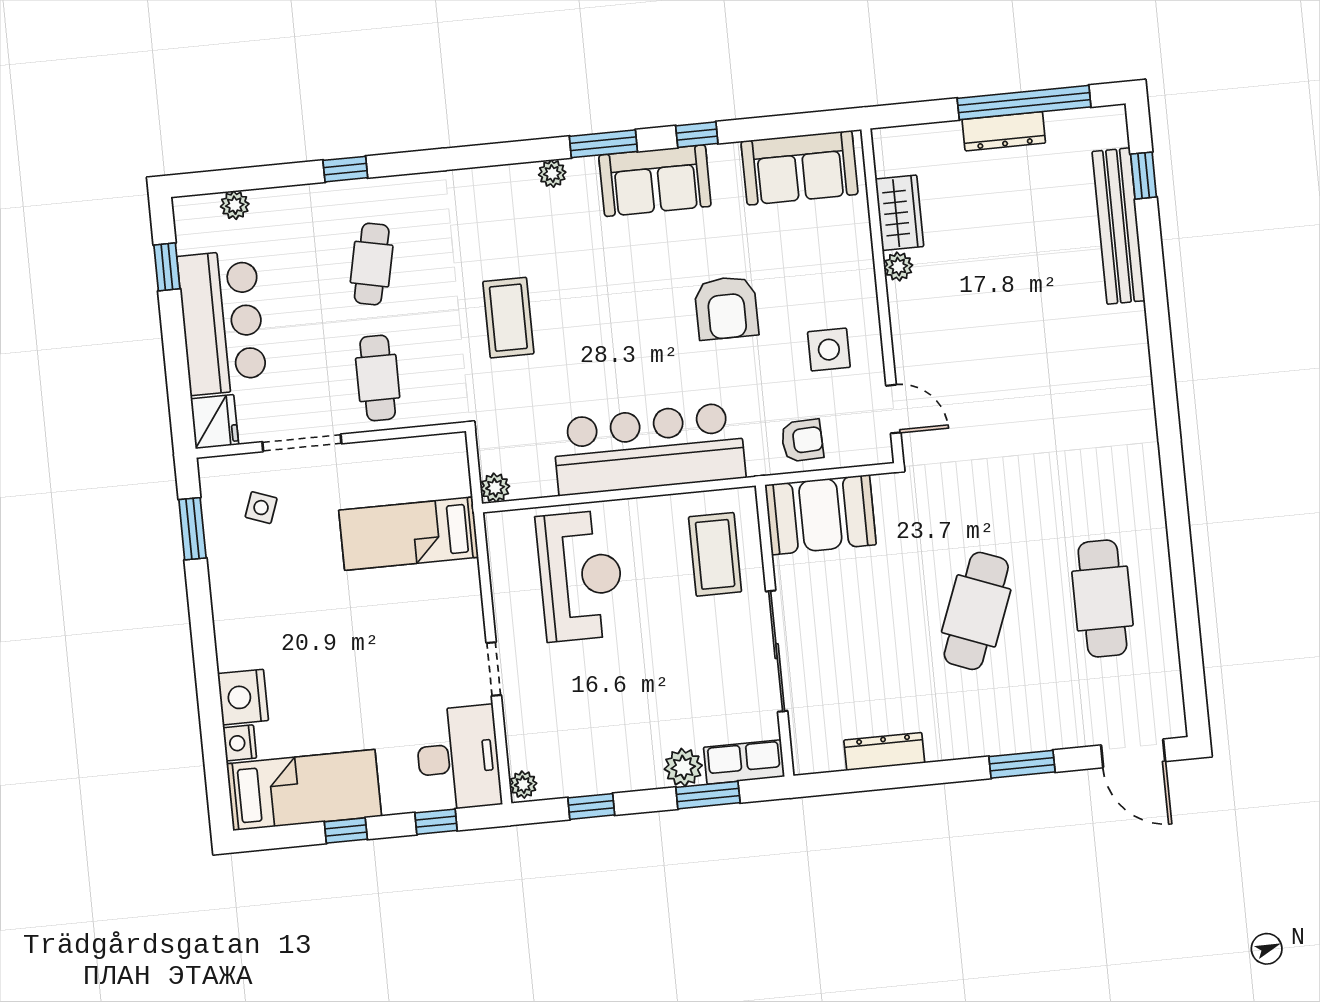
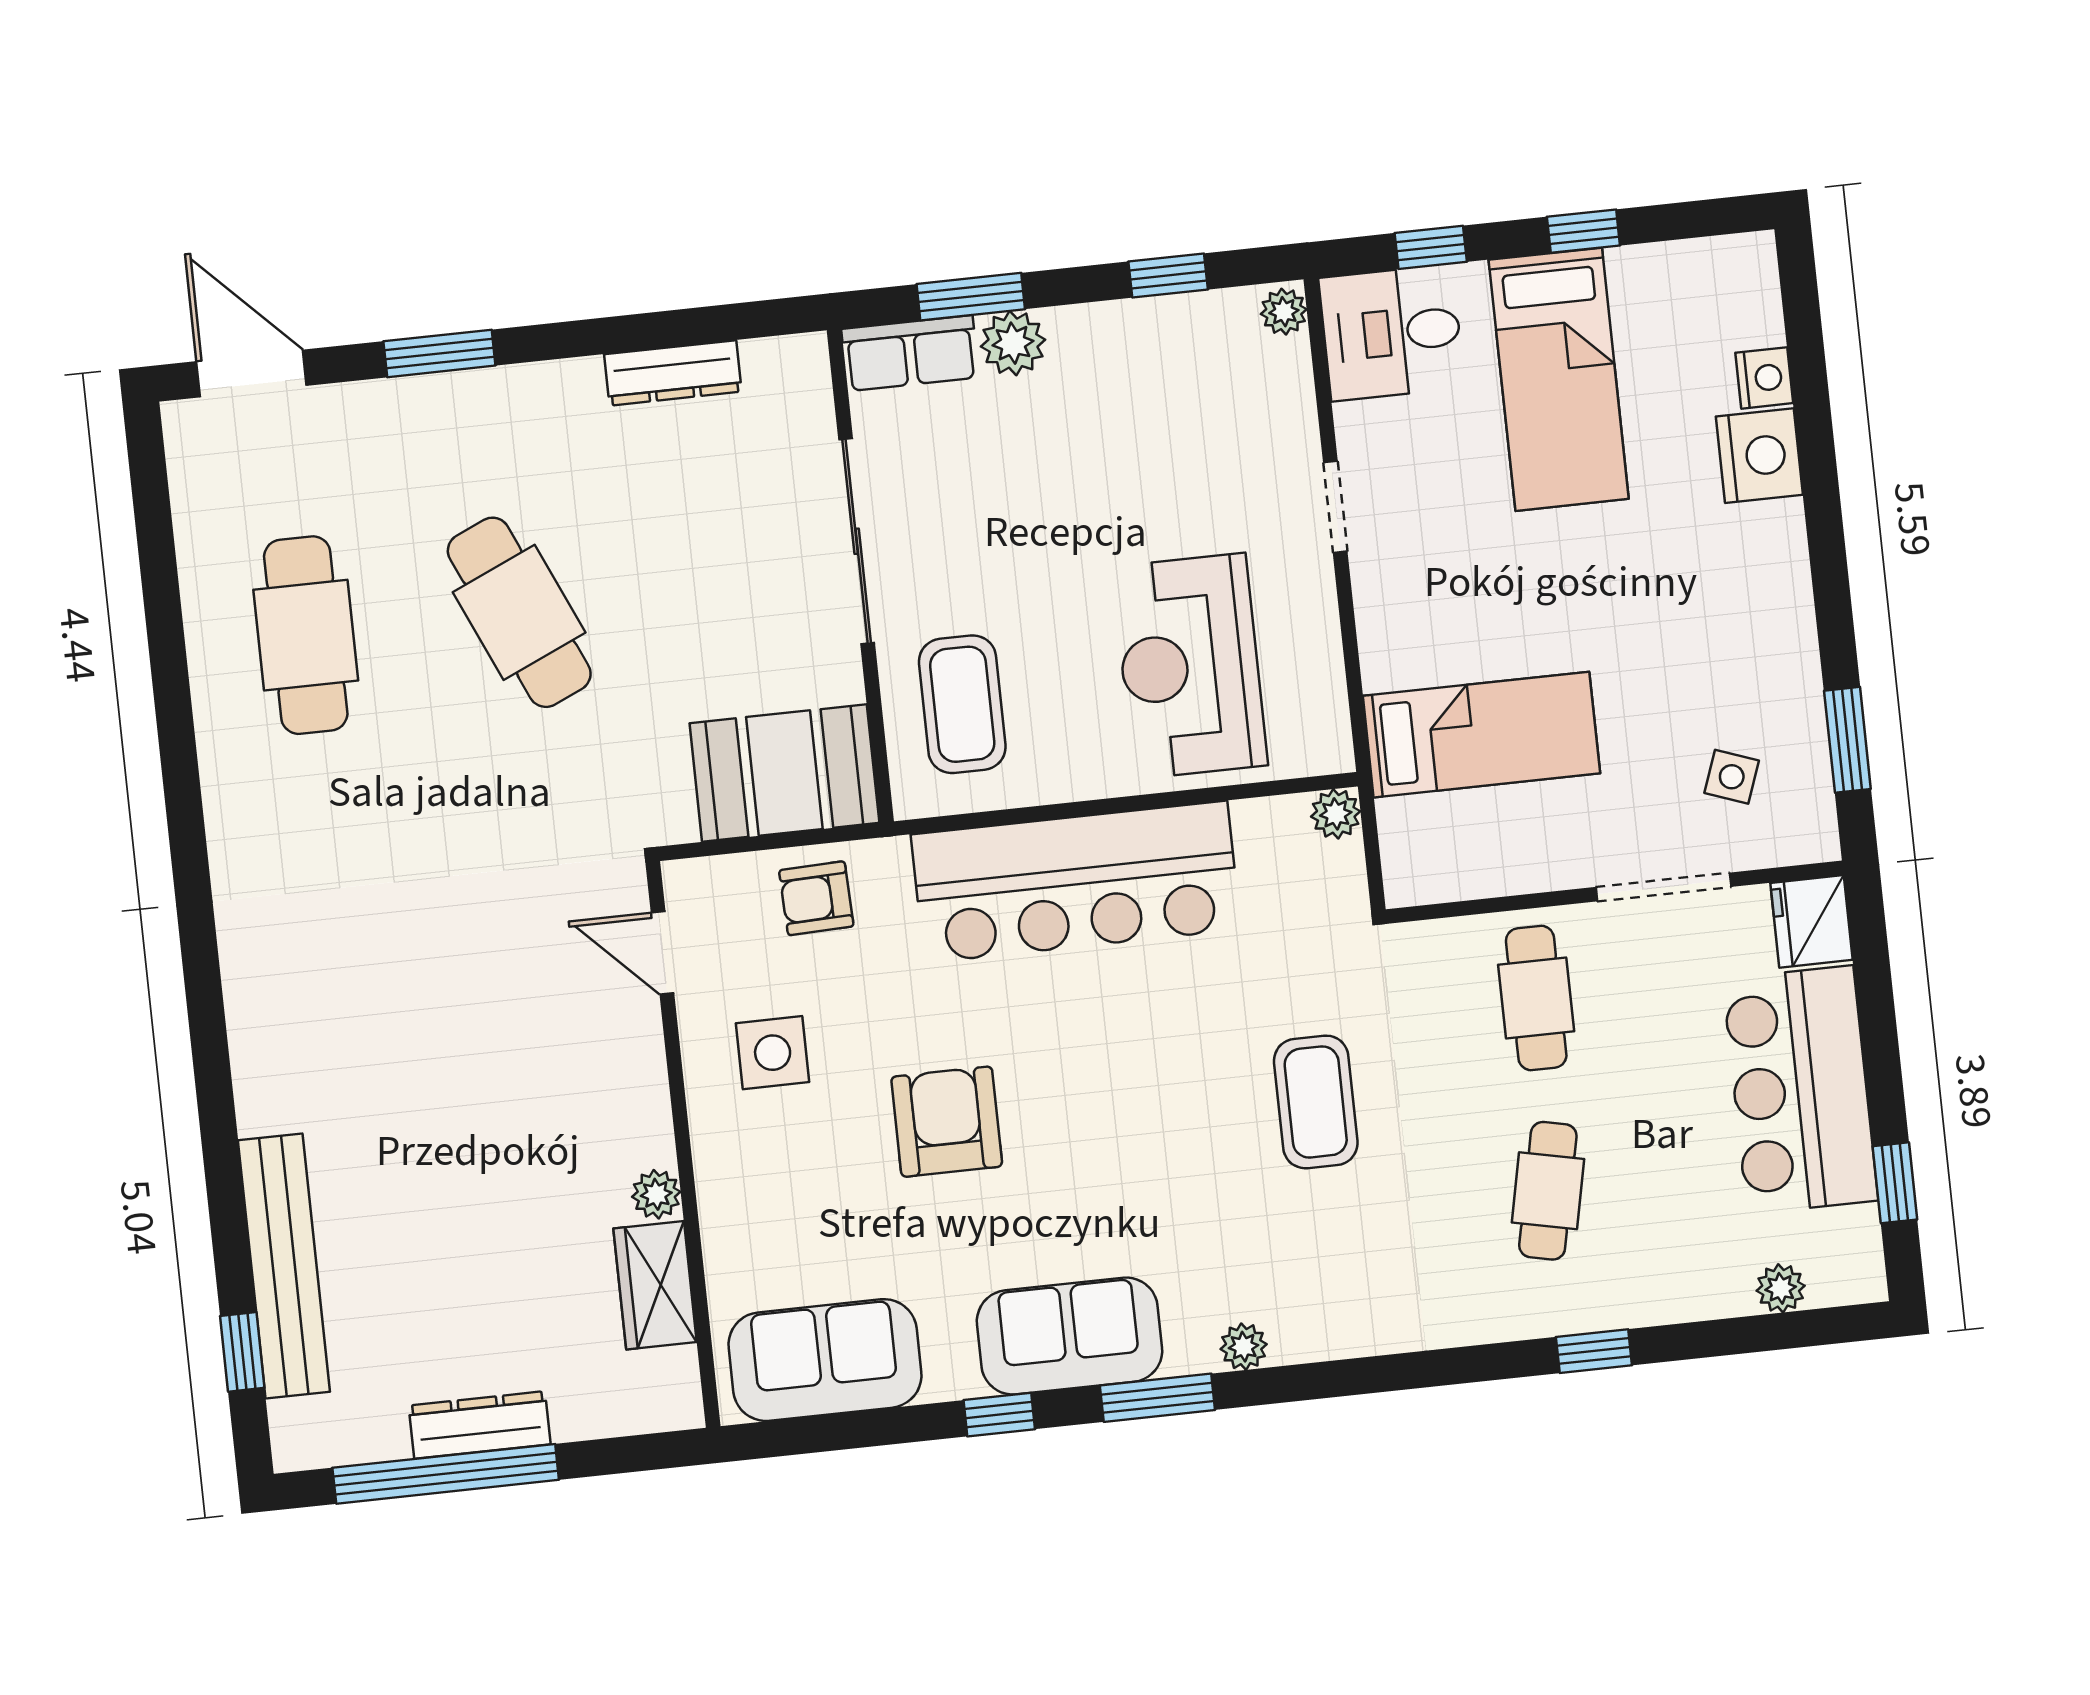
cafe table: (976, 611) -> (519, 612), turned -45
desk: (458, 758) -> (1392, 333), width x0.73
bed: (304, 790) -> (1559, 379), moved, turned -90

